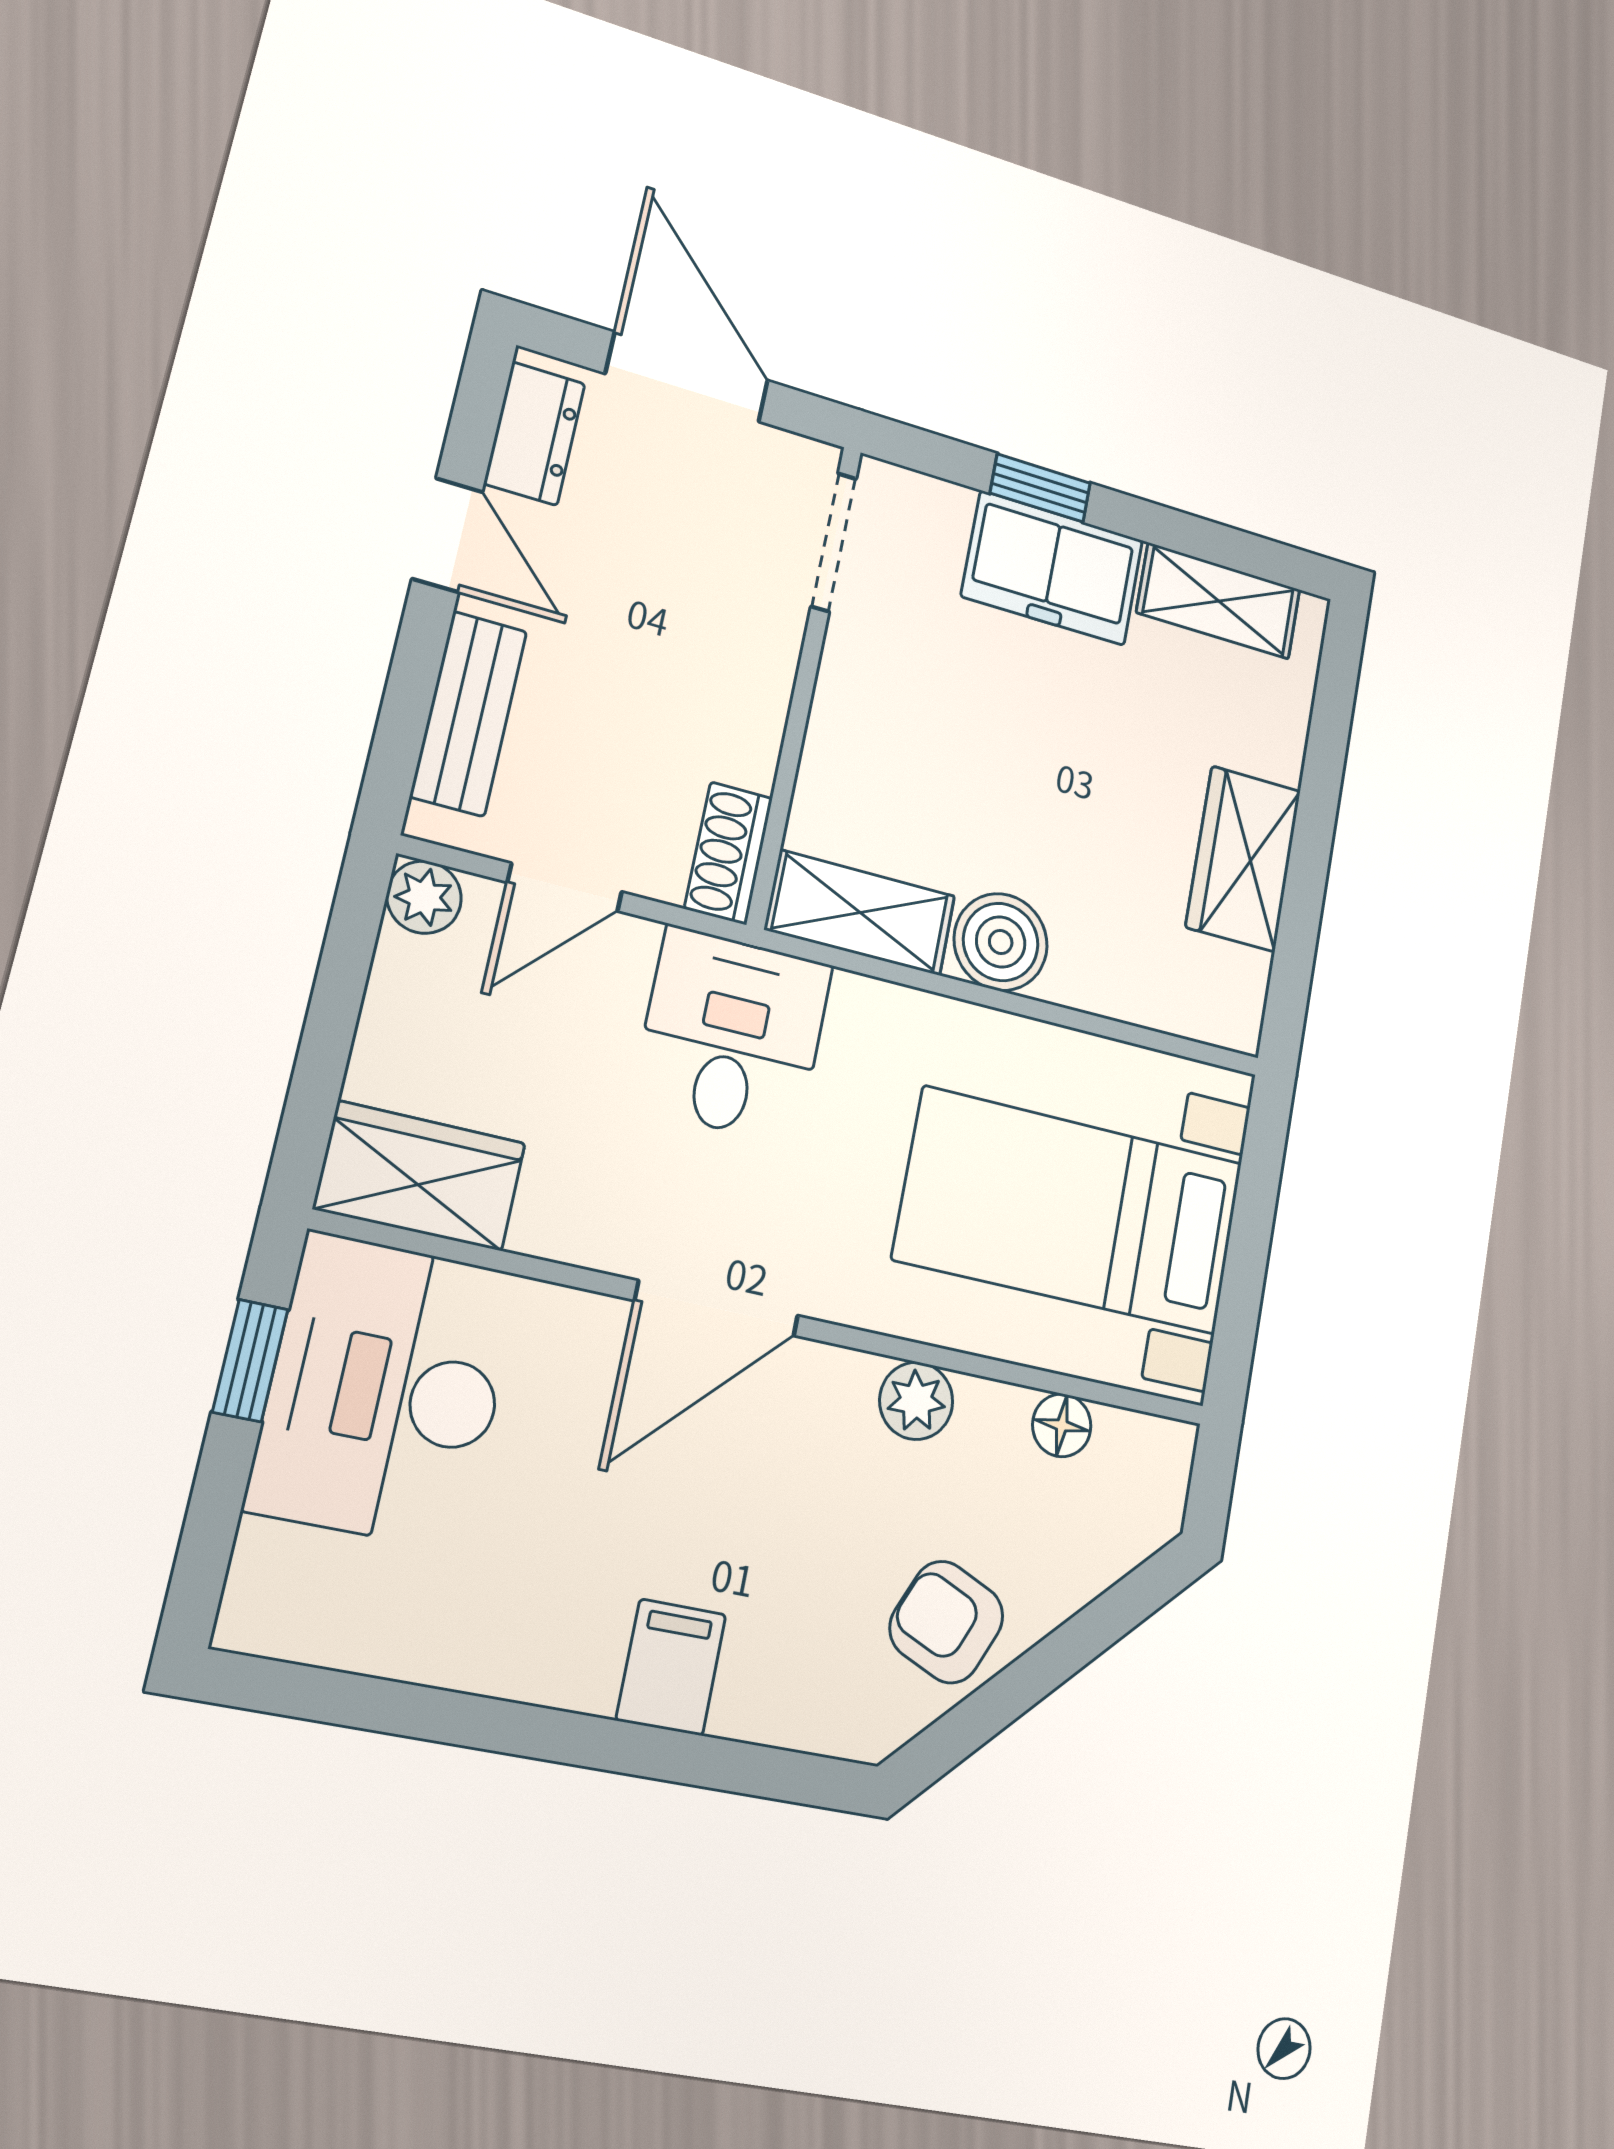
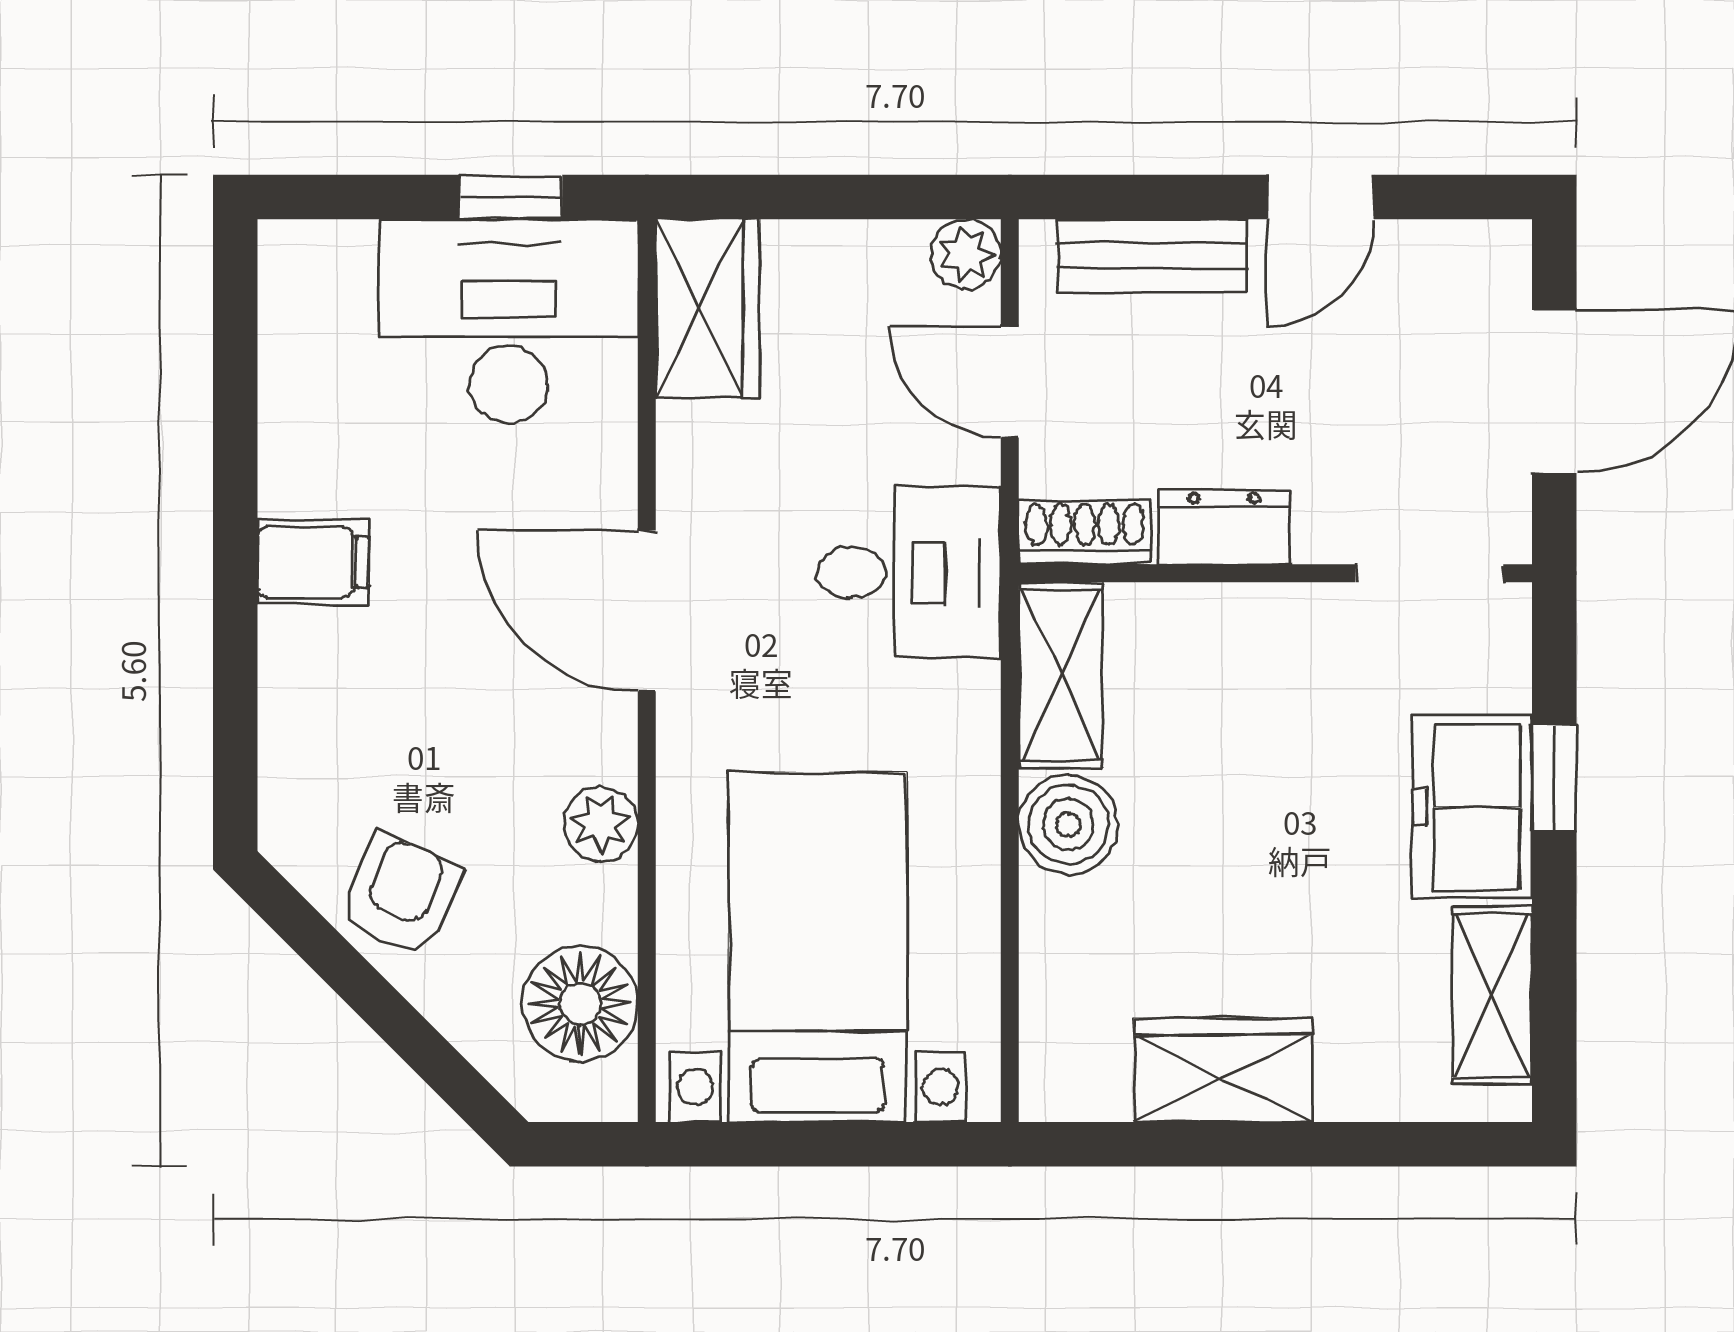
dresser: (535, 434) -> (1224, 527), moved, turned 180
floor lamp: (1062, 1425) -> (580, 1004), width x1.89, depth x1.89
filing cabinet: (671, 1667) -> (313, 562), moved

